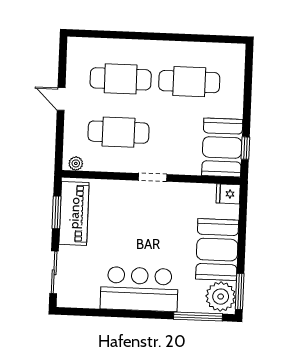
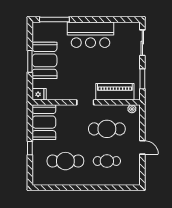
cafe table: (121, 79) -> (107, 161), width x0.73, depth x0.74
window: (245, 148) -> (30, 148), moved
piano: (74, 213) -> (115, 92), moved, turned 90
window: (240, 292) -> (30, 61), moved
plant: (221, 297) -> (41, 32), removed

